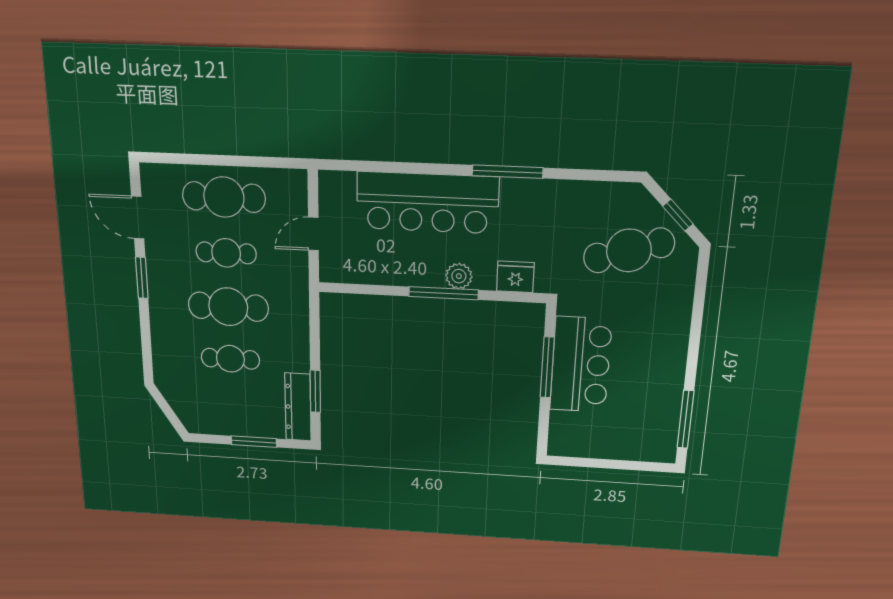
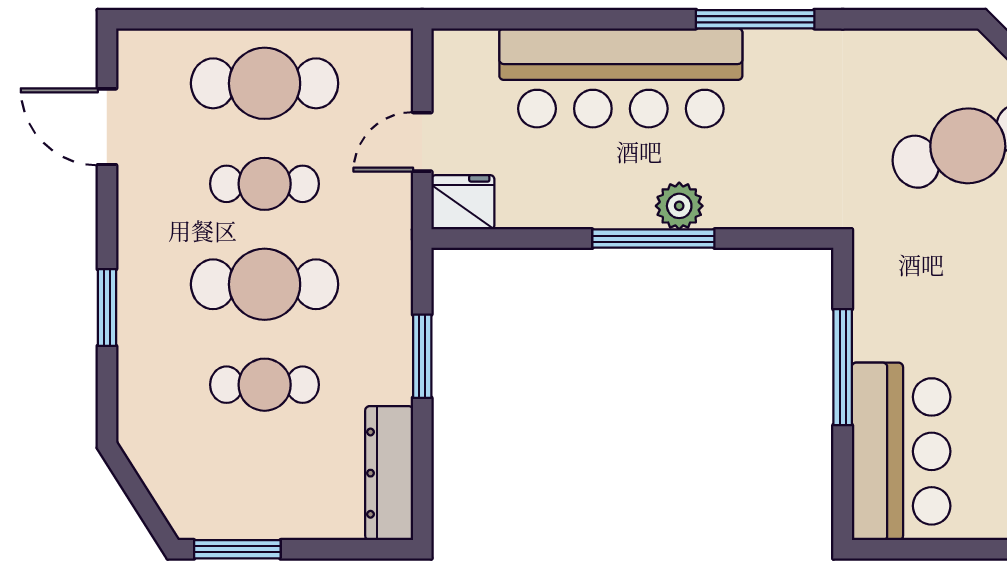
fridge: (515, 277) -> (463, 202), moved
window: (142, 278) -> (107, 307), moved
bar counter: (581, 365) -> (901, 451), moved
window: (315, 391) -> (422, 356), moved
window: (254, 442) -> (237, 549), moved

